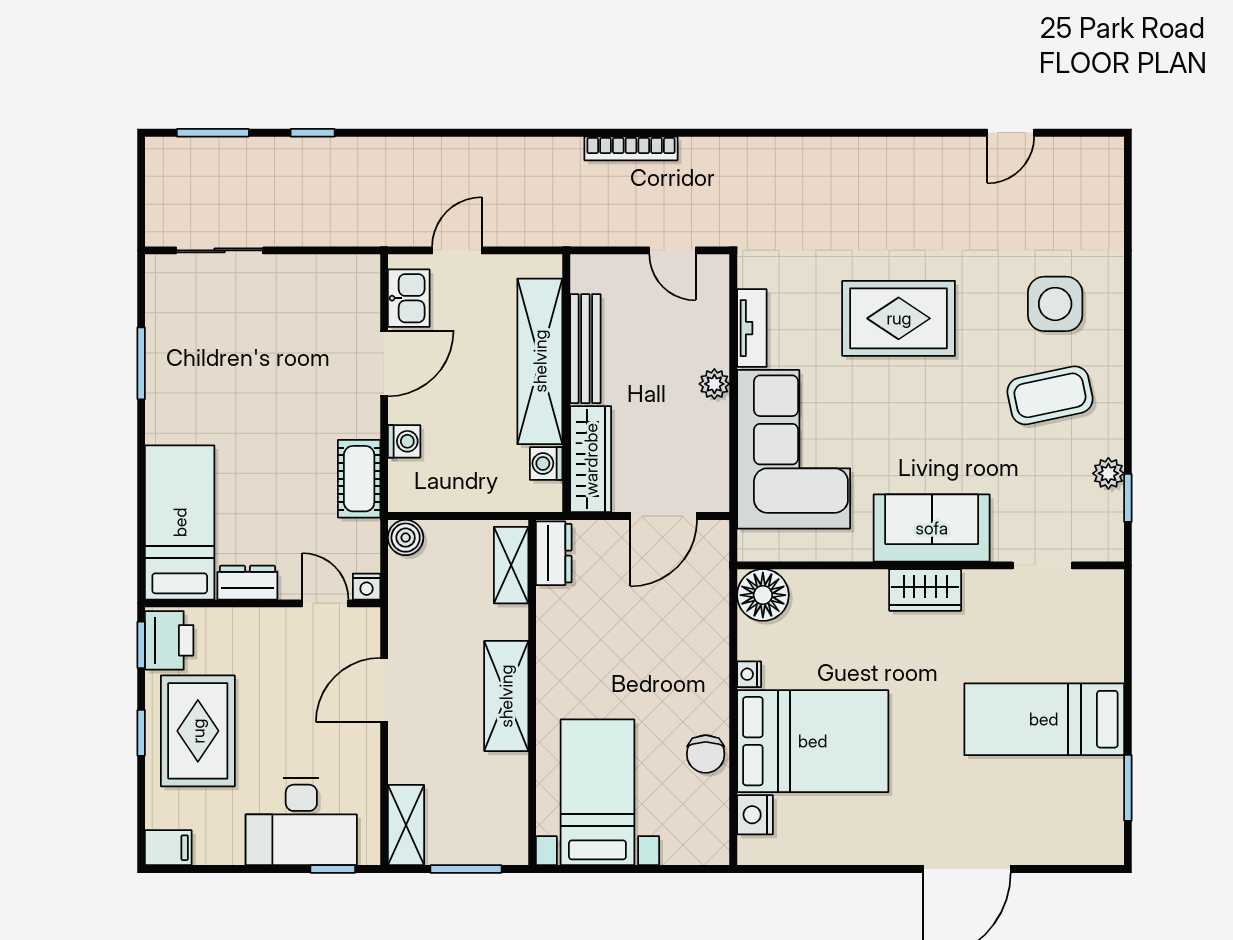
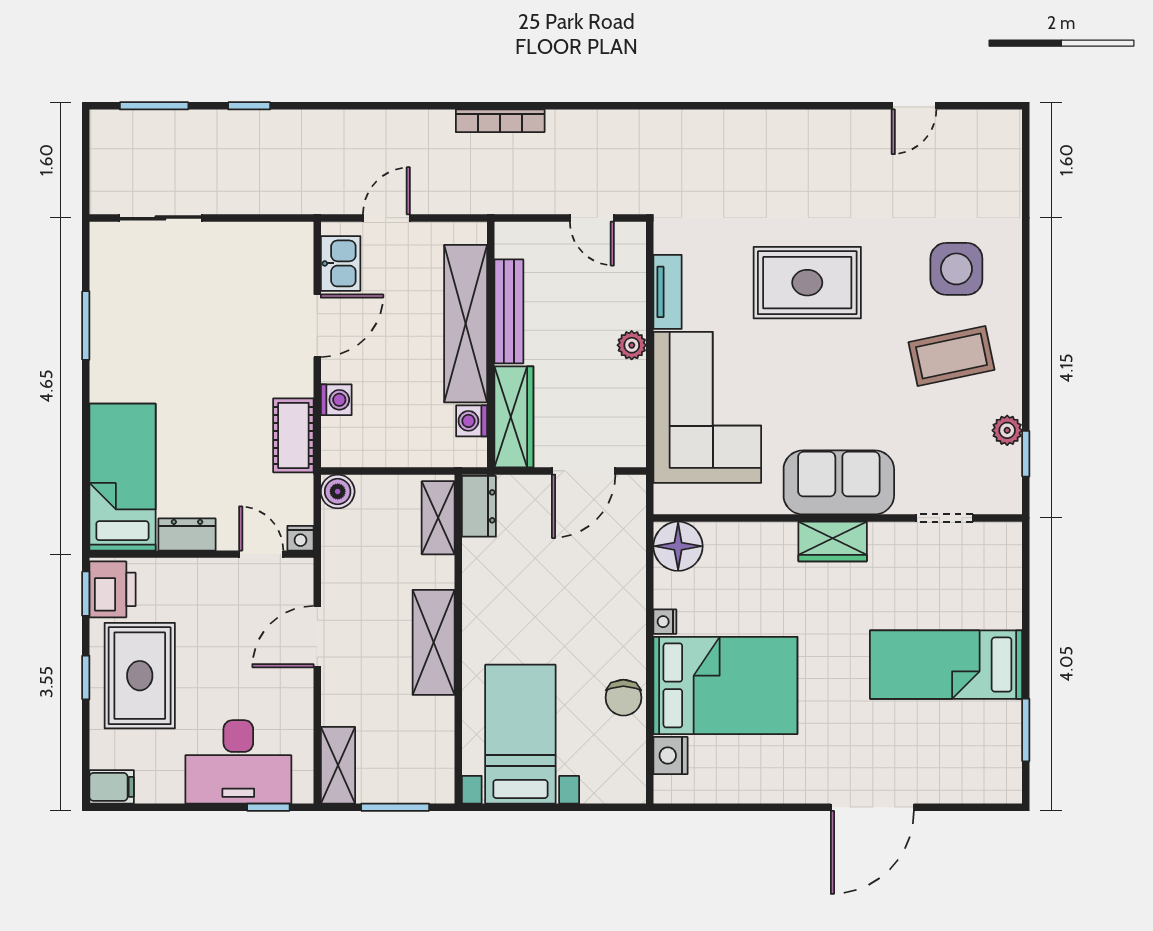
bookcase: (631, 148) -> (500, 121), moved

